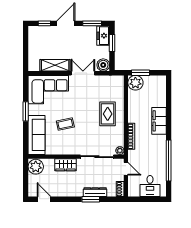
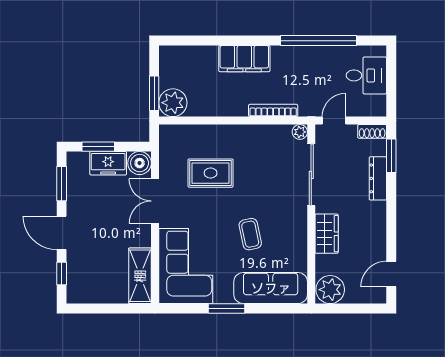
freezer: (103, 36) -> (108, 163), moved
shelving: (55, 65) -> (140, 276), moved
rug: (108, 114) -> (211, 173), moved
window: (91, 199) -> (391, 156), moved

